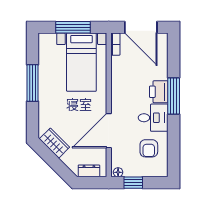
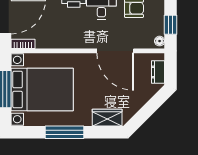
bed with nightstands: (81, 62) -> (42, 90), width x1.36
wardrobe: (54, 143) -> (107, 118), moved, turned 45

